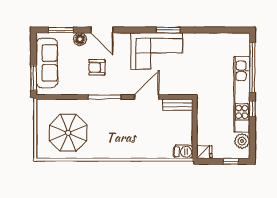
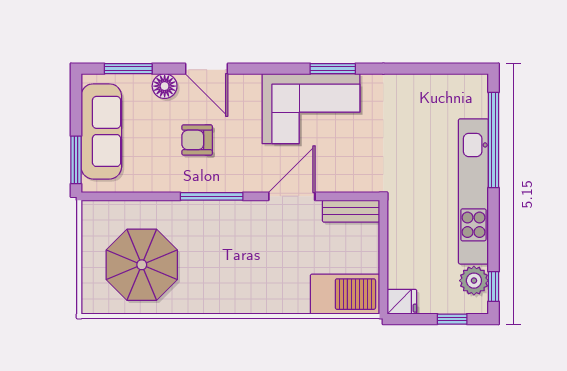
window: (252, 109) -> (494, 286), moved
barbecue: (183, 152) -> (345, 294), width x1.88, depth x1.53

